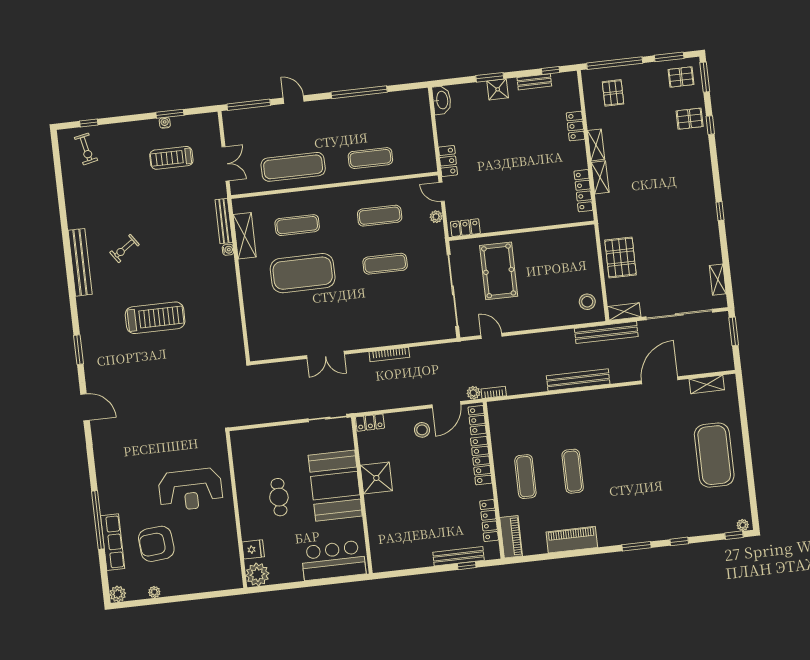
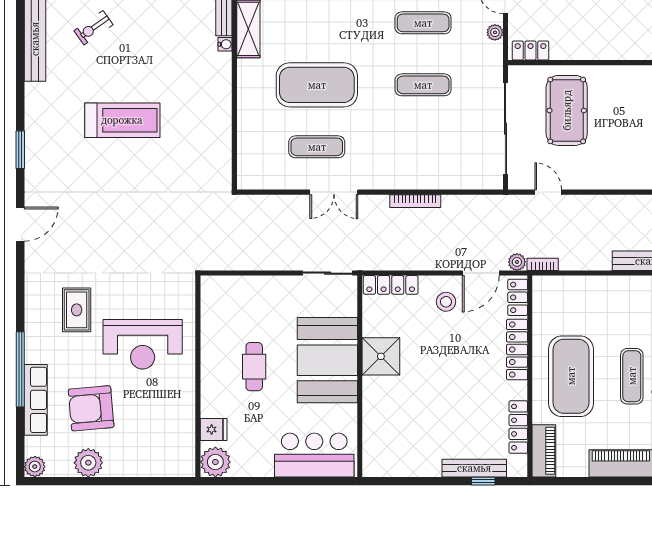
exercise mat: (297, 225) -> (317, 147), moved
door: (85, 407) -> (20, 224), hinge flipped
locker: (370, 423) -> (391, 285), width x1.53
rug: (136, 469) -> (77, 310), added
exercise mat: (525, 477) -> (571, 376), width x2.00, depth x1.45
plant: (154, 592) -> (88, 463), width x1.87, depth x1.87

